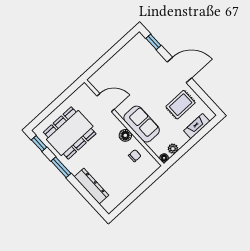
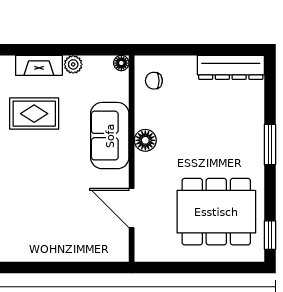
plant: (173, 149) -> (73, 64), moved
chair: (135, 156) -> (154, 81), moved
window: (61, 167) -> (270, 145), moved
dresser: (91, 186) -> (231, 67), moved, turned -90

